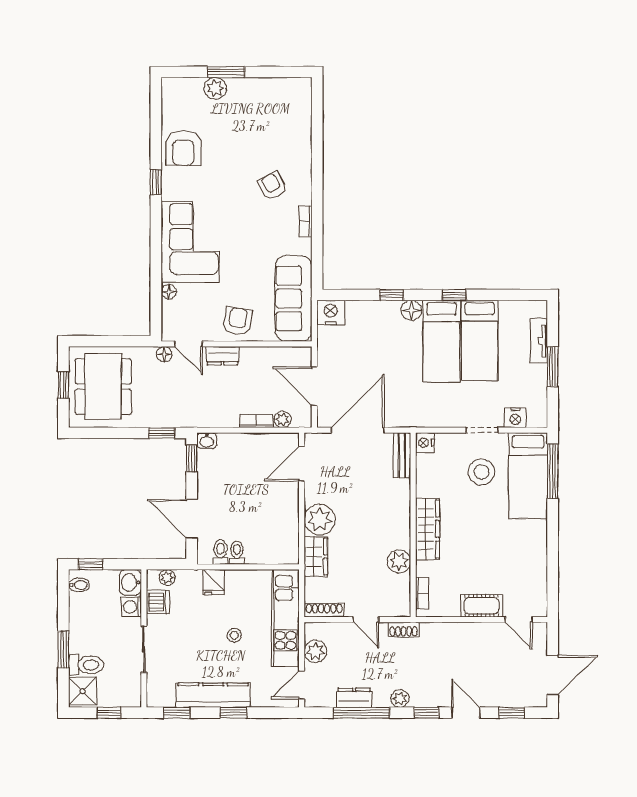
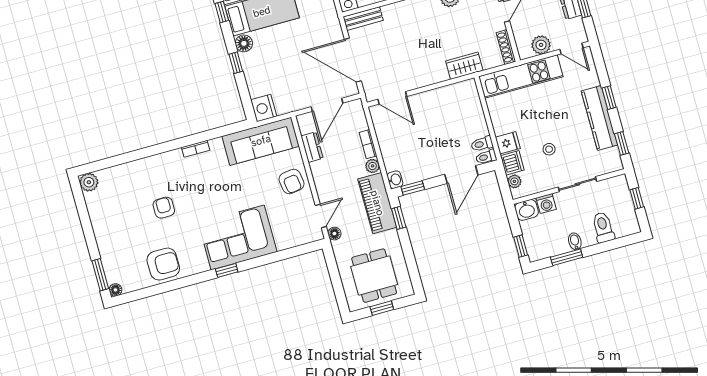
window: (226, 72) -> (100, 275), moved
plant: (215, 88) -> (89, 182), moved
window: (156, 182) -> (227, 270), moved
armchair: (272, 186) -> (164, 208), moved, turned 119
floor lamp: (169, 292) -> (115, 290), moved
armchair: (237, 321) -> (291, 181), turned -108
dresser: (223, 356) -> (312, 147), moved
dining table: (103, 386) -> (374, 276), width x0.73
piano: (186, 413) -> (377, 203), added
plant: (283, 419) -> (373, 166), moved
plant: (320, 519) -> (433, 71), removed
toilet: (237, 553) -> (486, 157), moved
bidet: (79, 585) -> (575, 241), moved
dishwasher: (158, 602) -> (512, 163), moved, turned 90
stool: (234, 635) -> (549, 149), moved
window: (63, 649) -> (567, 257), moved
shower: (83, 691) -> (625, 224), removed

